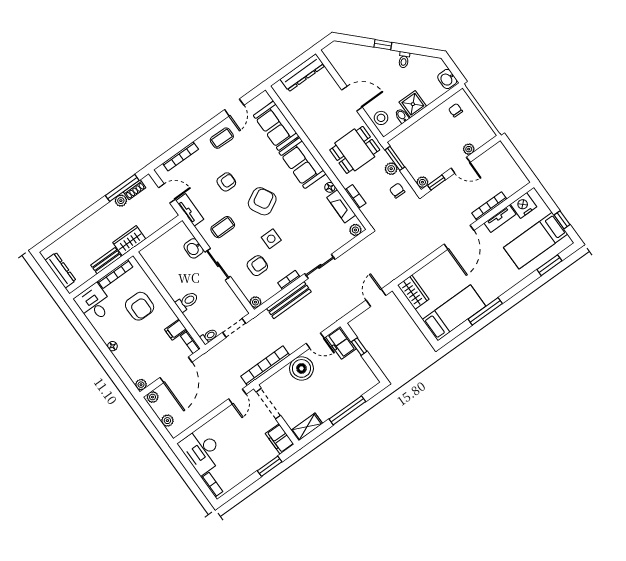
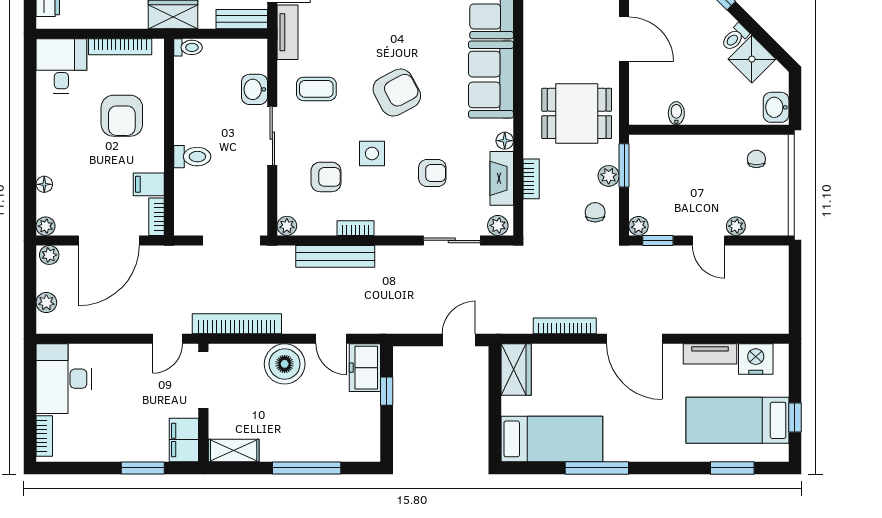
shower: (413, 104) -> (752, 59), moved, turned 45
stool: (381, 118) -> (645, 95), removed
armchair: (226, 182) -> (432, 173), moved
bookcase: (489, 206) -> (565, 326), moved
door: (459, 237) -> (634, 339), hinge flipped
bench: (106, 261) -> (242, 19), moved
sliding door: (320, 266) -> (452, 240), moved
doorway: (234, 328) -> (232, 240), width x1.38
toilet: (209, 336) -> (188, 47), moved
floor lamp: (112, 346) -> (44, 184), moved

